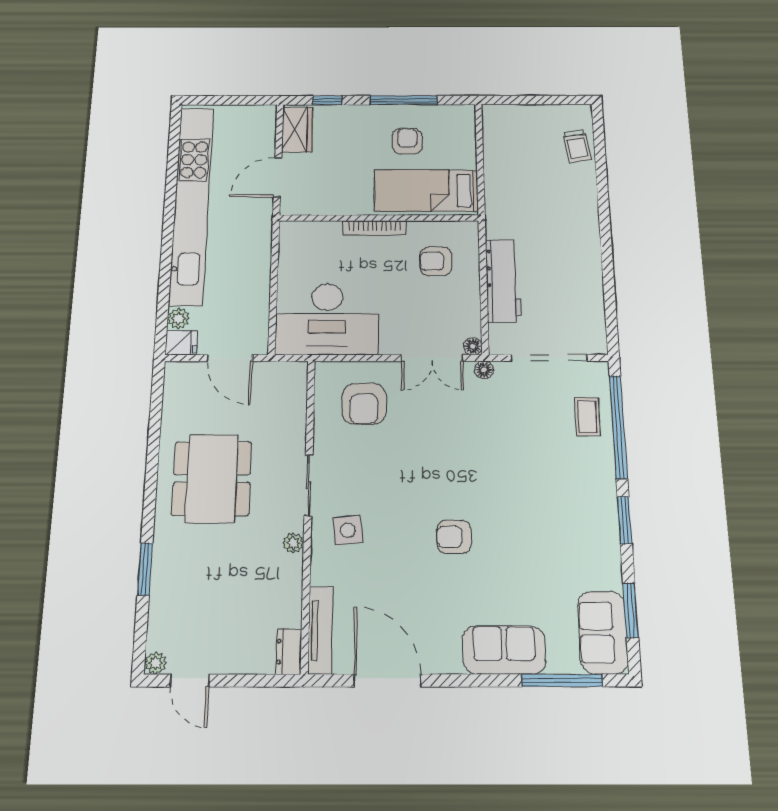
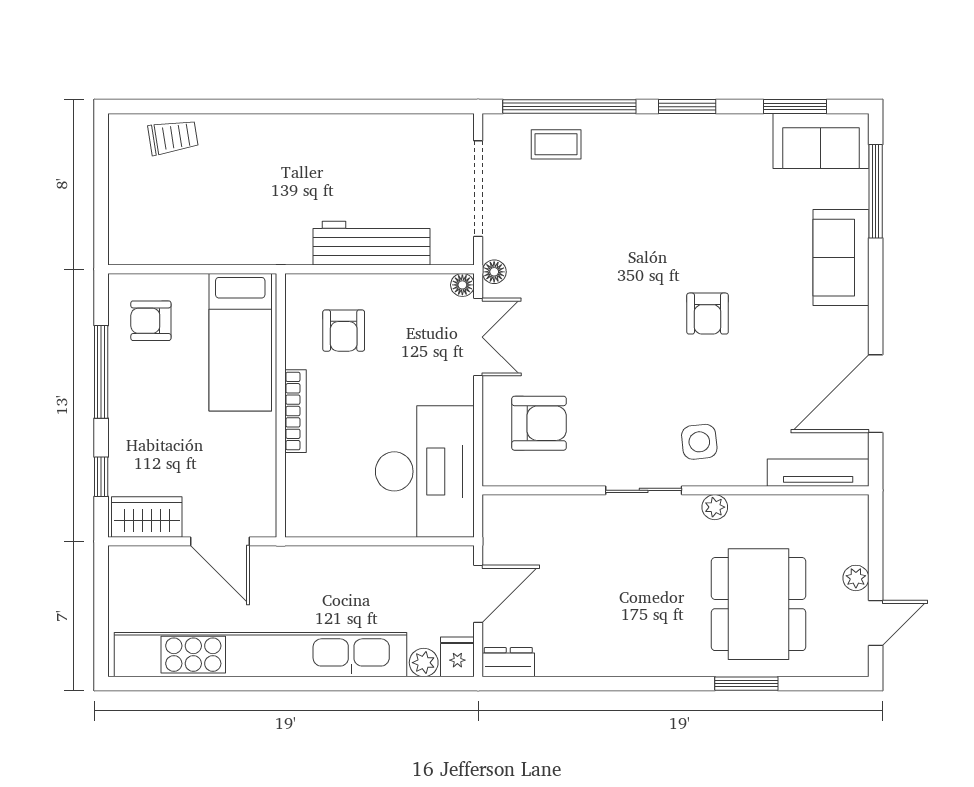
armchair: (407, 141) -> (151, 321), moved
dining table: (212, 478) -> (759, 604), moved, turned 90
dresser: (289, 652) -> (508, 662), moved, turned 180
plant: (155, 663) -> (856, 578), moved

